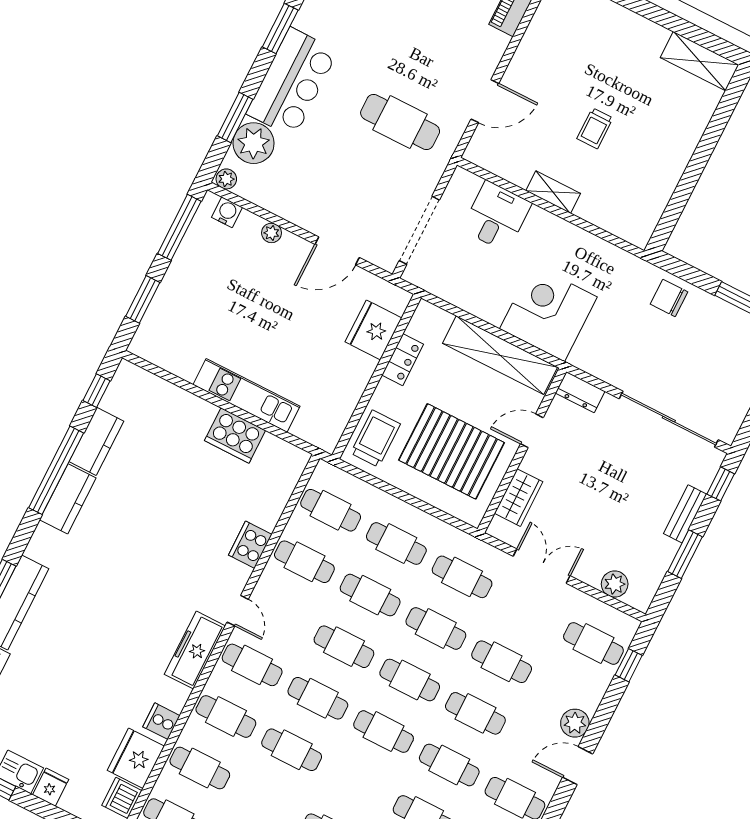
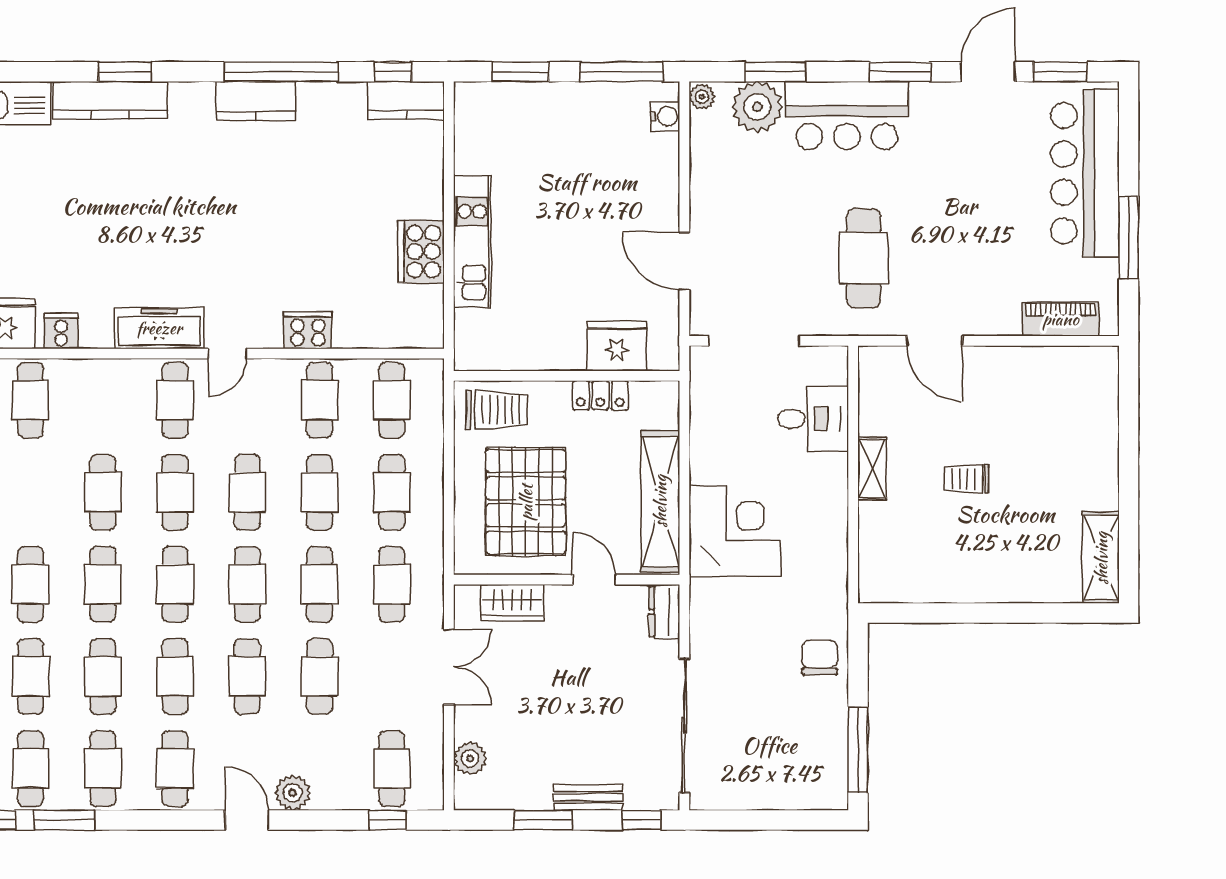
plant: (272, 233) -> (667, 178), removed
kitchen counter: (96, 441) -> (406, 100), moved
cafe table: (226, 716) -> (103, 584), moved

